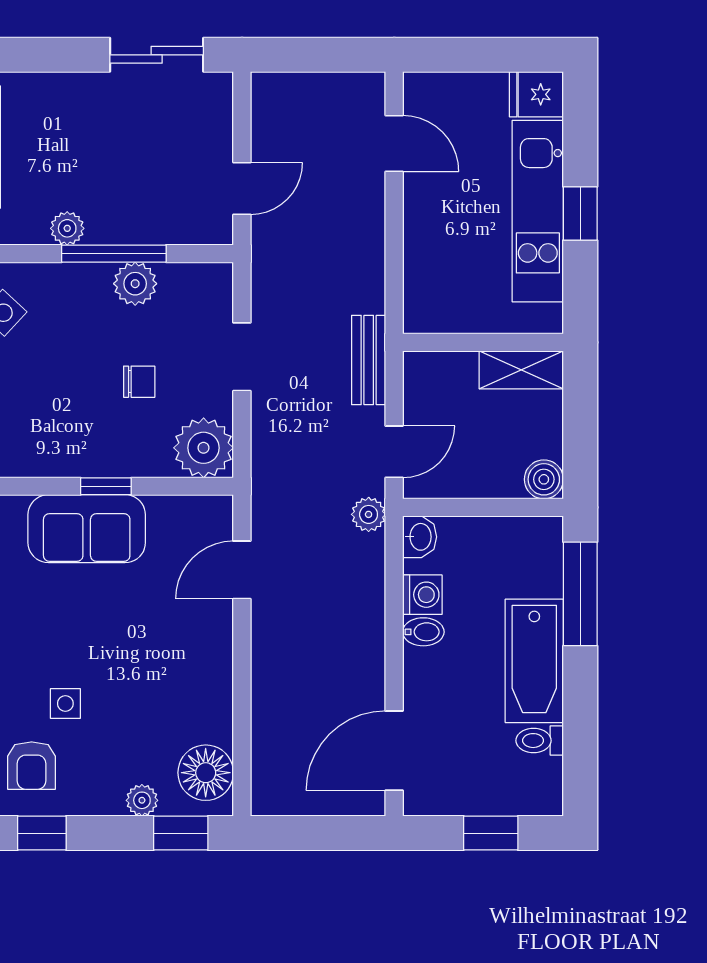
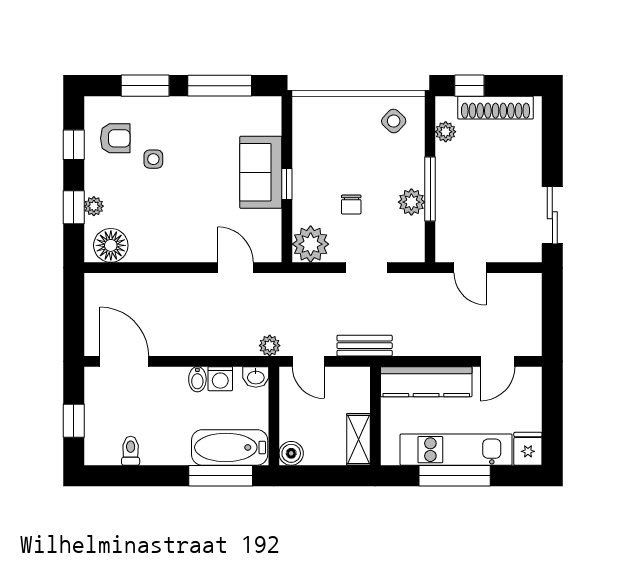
window: (580, 214) -> (455, 476), width x2.17
plant: (67, 228) -> (446, 132), moved
kitchen counter: (427, 260) -> (426, 382), added
bathtub: (534, 661) -> (230, 447), moved
armchair: (32, 766) -> (115, 138), turned 180
window: (181, 833) -> (74, 207), moved

